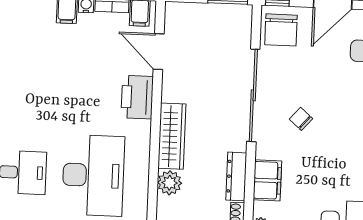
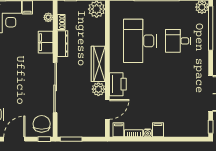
door: (159, 52) -> (107, 109), hinge flipped
chair: (301, 119) -> (29, 76), removed
plant: (170, 183) -> (98, 89), moved

